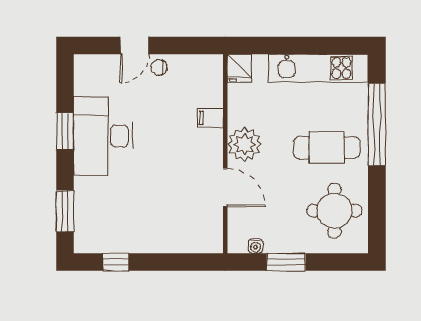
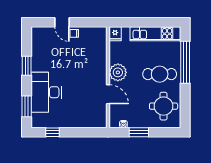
door: (135, 45) -> (62, 22), hinge flipped
filing cabinet: (210, 118) -> (100, 59), removed
desk: (103, 136) -> (46, 92), moved

